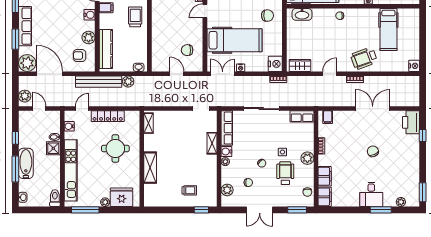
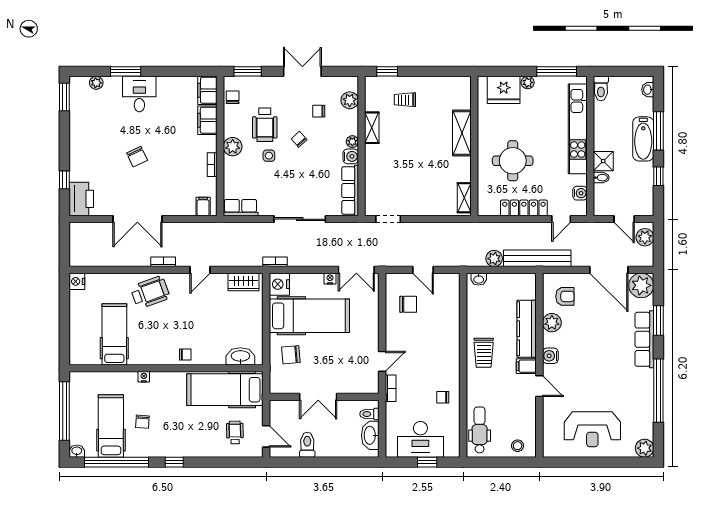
hospital bed: (234, 40) -> (309, 316), moved, turned 180
kitchen counter: (106, 49) -> (527, 329), moved
shelving: (212, 143) -> (372, 128), moved

